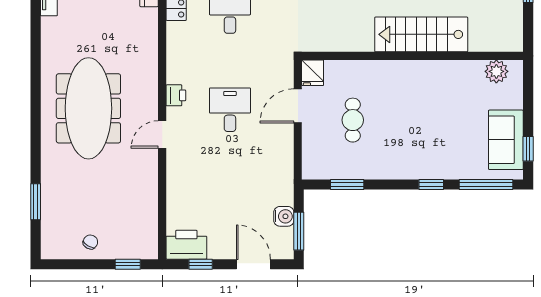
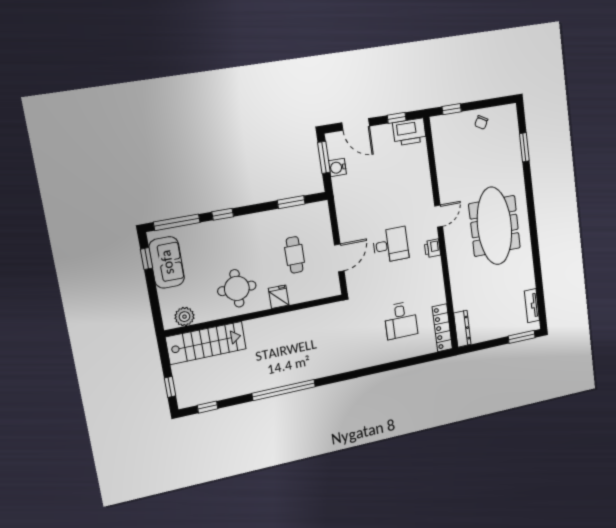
stairs: (421, 34) -> (206, 343), moved
fridge: (313, 73) -> (279, 297), moved
round table: (429, 93) -> (237, 288), added
desk: (230, 110) -> (391, 245), turned -90

